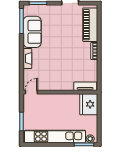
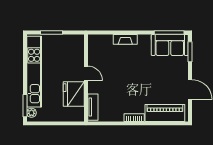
sofa: (32, 32) -> (170, 45), moved
door: (31, 92) -> (86, 73), moved
fridge: (89, 104) -> (74, 94), moved, turned -90

